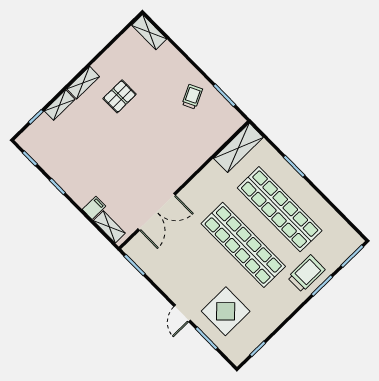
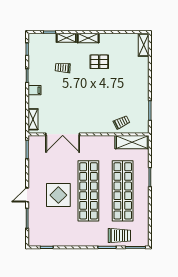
trolley: (192, 97) -> (122, 122), moved
trolley: (87, 141) -> (63, 68), added
filing cabinet: (94, 208) -> (35, 90), moved
trolley: (306, 274) -> (119, 236), moved
display table: (226, 311) -> (58, 195), moved

